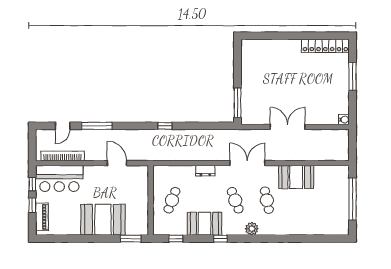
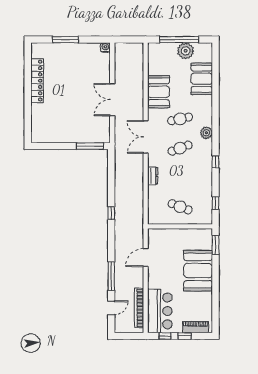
locker: (325, 46) -> (37, 81), moved
door: (63, 126) -> (111, 308), hinge flipped
plant: (340, 206) -> (186, 51), added
booth: (205, 224) -> (202, 79), moved

